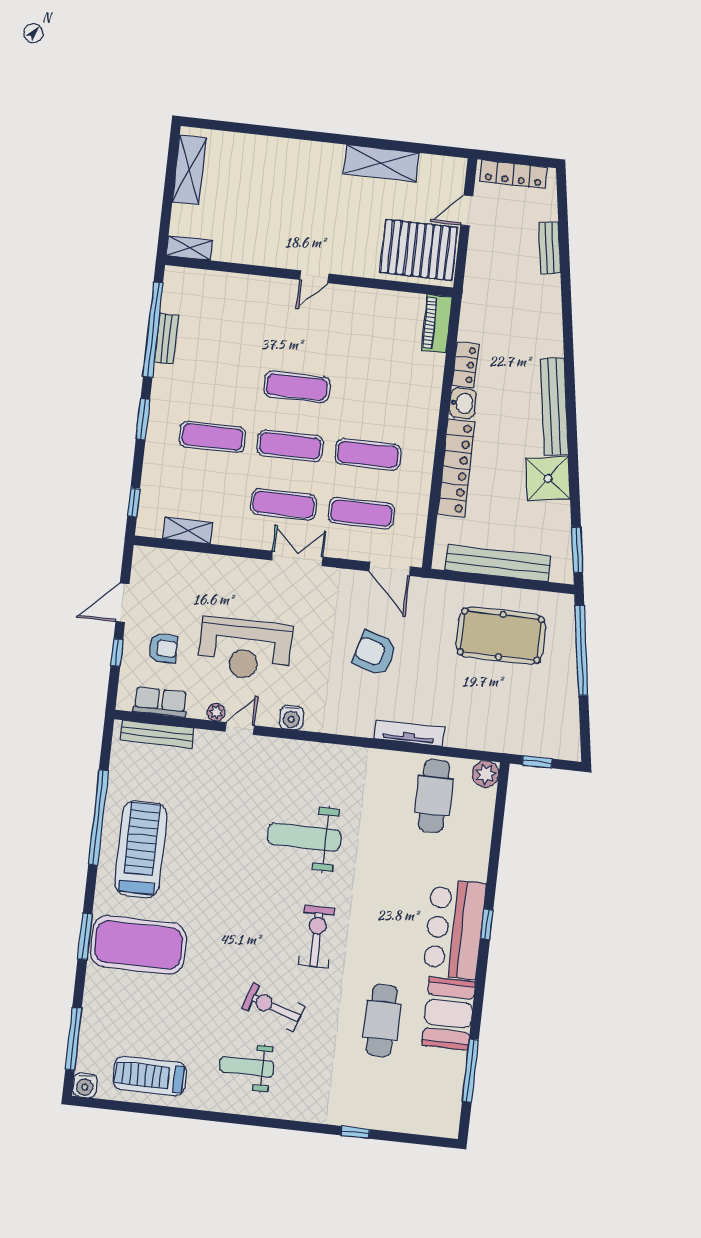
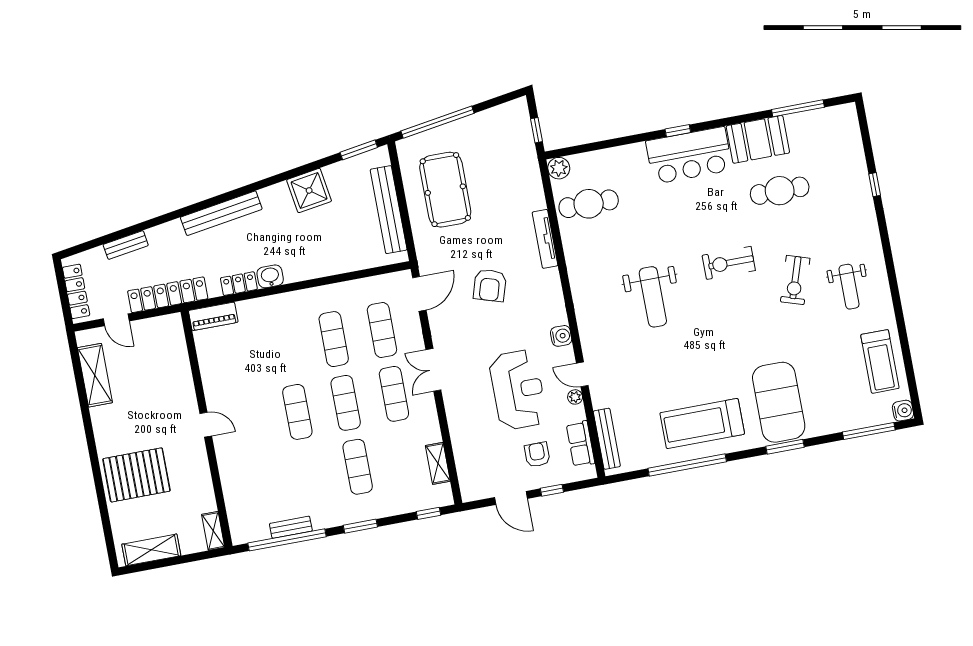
shelving: (381, 163) -> (95, 375), moved
pallet: (419, 250) -> (136, 475), moved, turned 90
bench: (554, 407) -> (221, 213), moved
locker: (456, 468) -> (168, 295), moved

